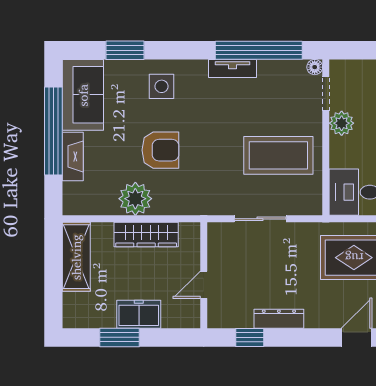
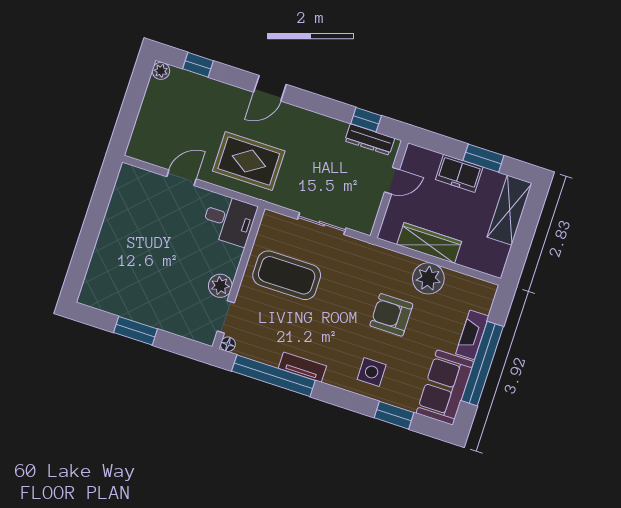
shelving: (76, 257) -> (510, 210), moved
dresser: (279, 319) -> (370, 140), moved

